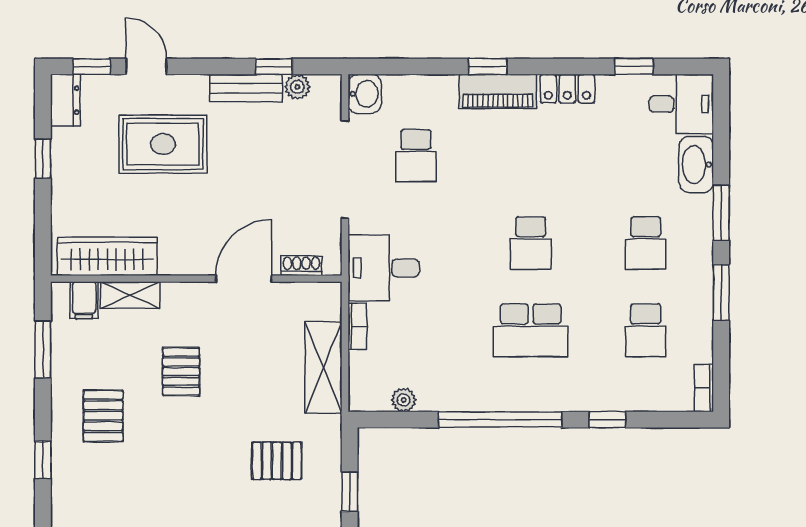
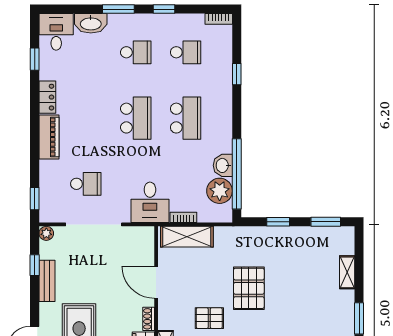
window: (488, 66) -> (35, 199), moved
plant: (297, 87) -> (46, 233), moved
washbasin: (365, 94) -> (223, 165), moved, turned -90
school desk: (531, 243) -> (136, 118), width x1.85
shoe rack: (301, 266) -> (149, 319), moved
window: (721, 292) -> (164, 9), width x0.67
shelving: (323, 368) -> (187, 237), moved
plant: (404, 400) -> (220, 191), width x1.87, depth x1.87
window: (500, 420) -> (237, 174), moved
pallet: (277, 461) -> (249, 288), moved, width x1.50, depth x1.42

